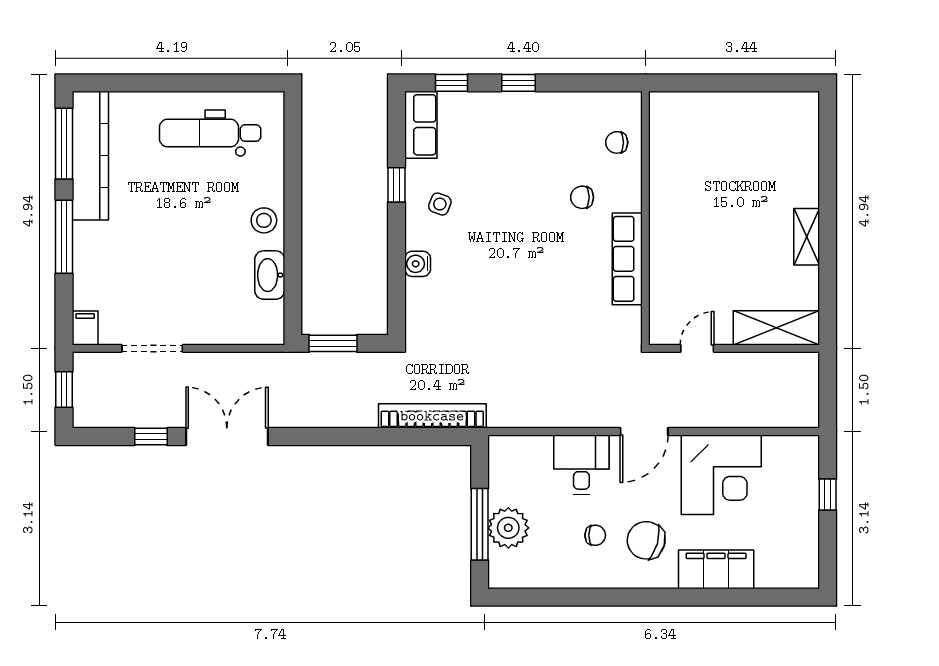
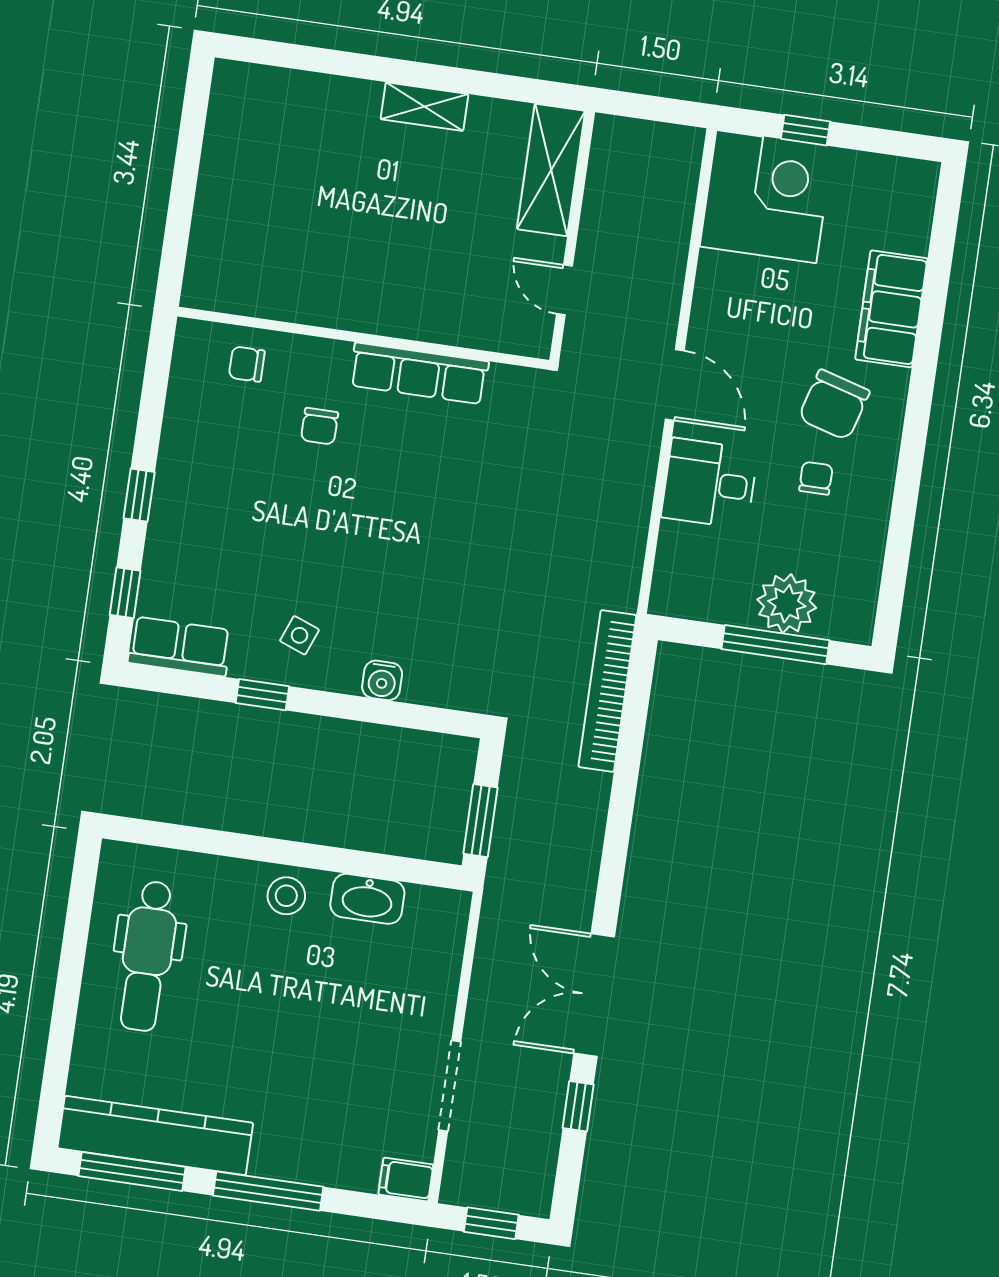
chair: (617, 142) -> (247, 364), turned 90
corner desk: (721, 475) -> (766, 197), moved

